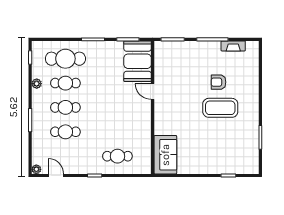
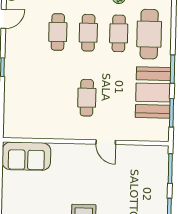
booth: (138, 61) -> (153, 92), moved, turned 90
door: (153, 91) -> (106, 142), swing flipped
cafe table: (117, 156) -> (87, 98), moved

